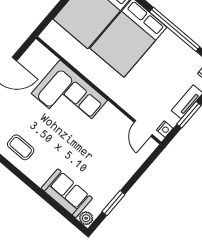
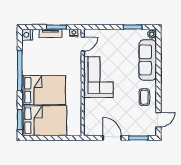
corner sofa: (69, 97) -> (98, 77), moved
sofa: (67, 193) -> (148, 60), width x1.36

